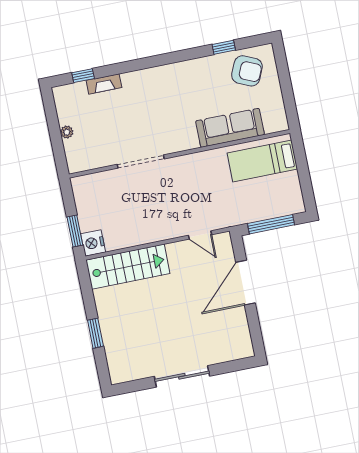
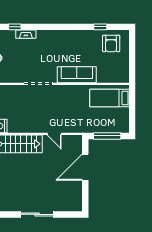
armchair: (247, 71) -> (111, 43), turned 66
sofa: (230, 128) -> (77, 75), moved
door: (200, 235) -> (54, 134), moved

